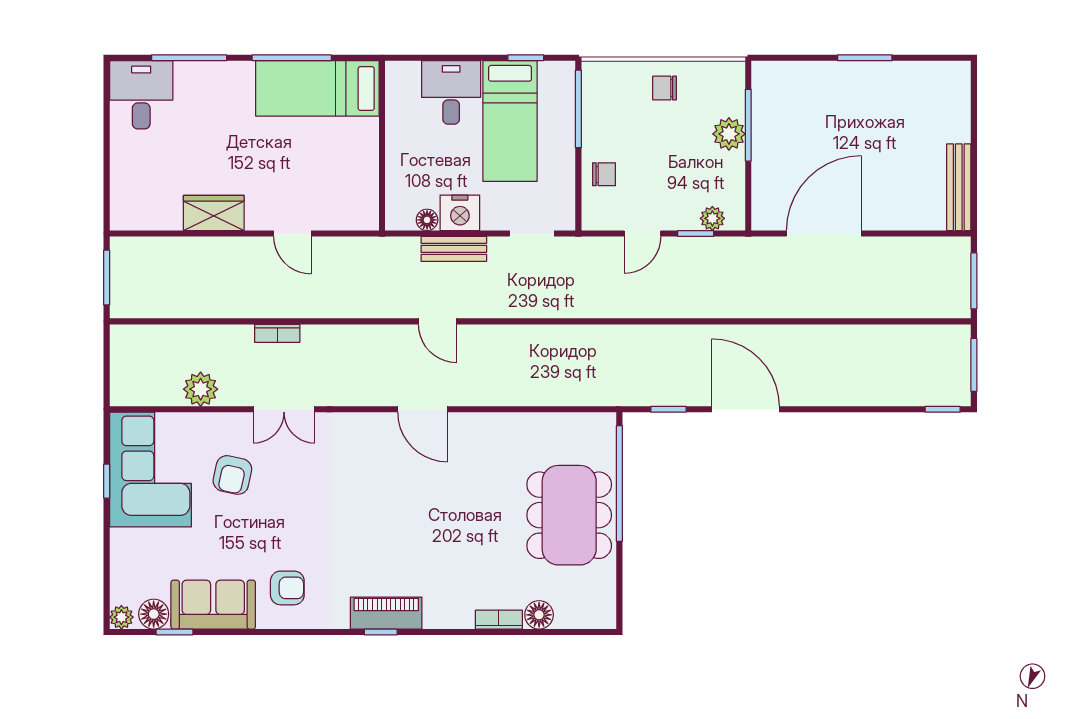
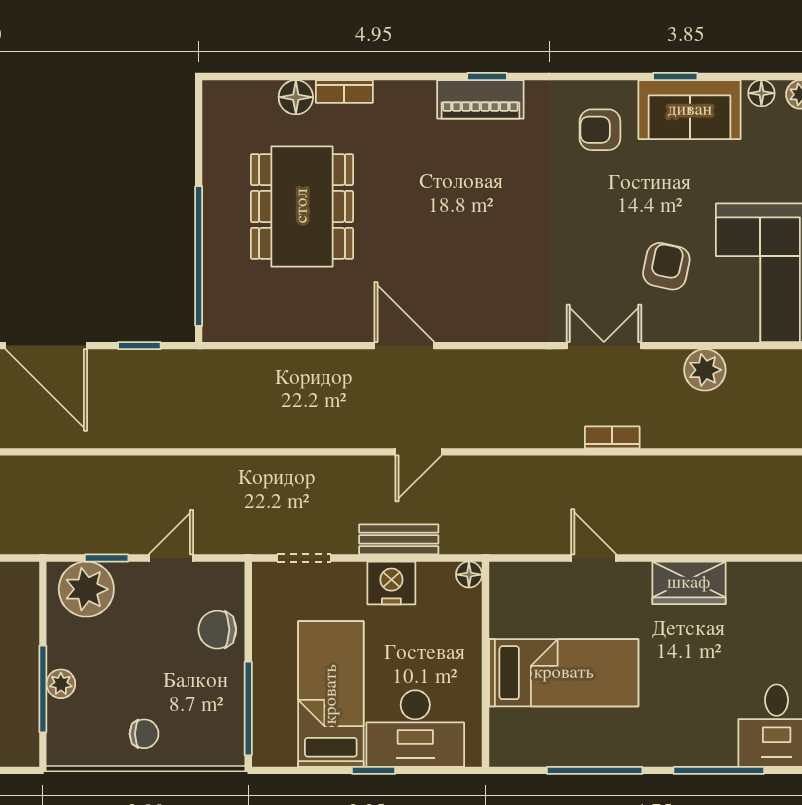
window: (526, 58) -> (374, 770), moved
bed: (317, 88) -> (564, 673), moved
desk: (451, 92) -> (415, 729), width x1.37
plant: (729, 134) -> (61, 684), width x0.73, depth x0.73
chair: (604, 174) -> (217, 630), width x1.37, depth x1.37
plant: (712, 218) -> (86, 589), width x1.87, depth x1.87
floor lamp: (427, 220) -> (469, 575), moved
door: (437, 321) -> (418, 452), swing flipped
door: (423, 409) -> (404, 346), moved
dining table: (569, 515) -> (302, 206), moved
floor lamp: (154, 614) -> (761, 93), width x0.73, depth x0.73
window: (174, 632) -> (675, 76), moved

